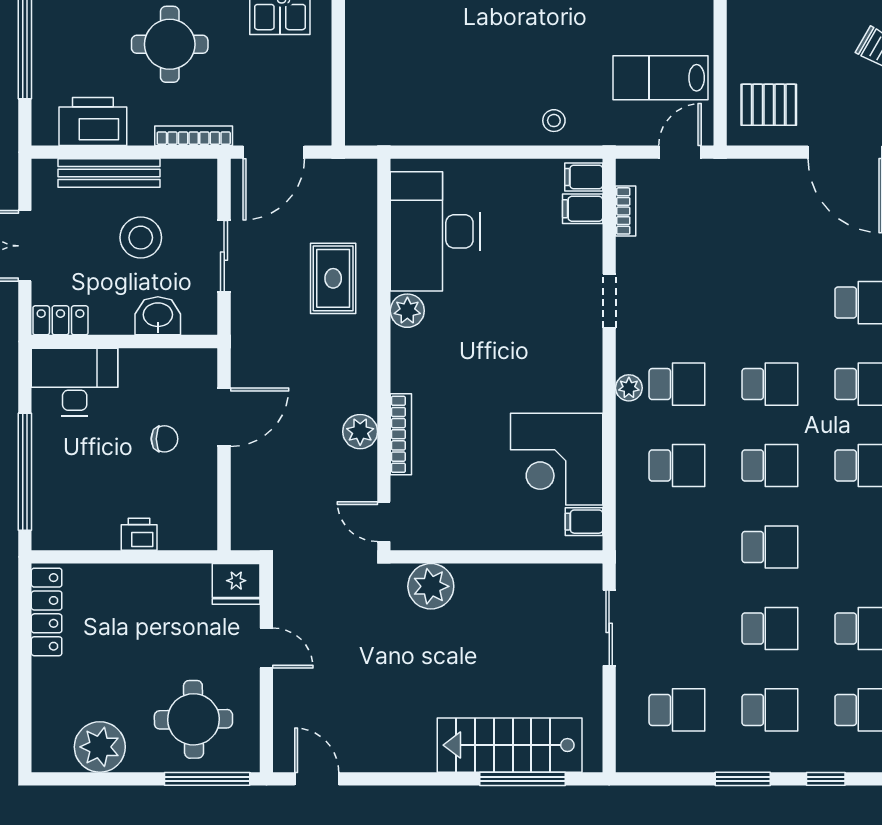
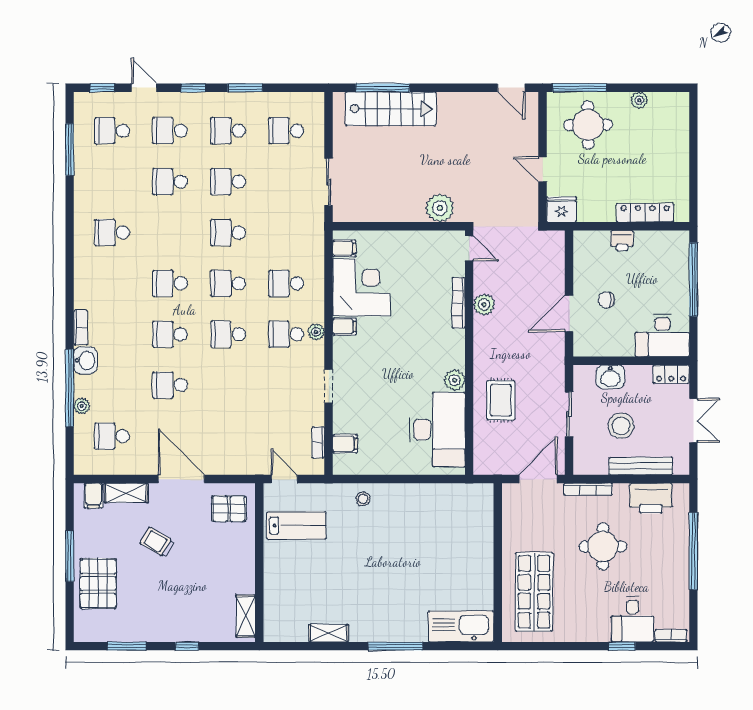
door: (680, 152) -> (284, 479), swing flipped
filing cabinet: (584, 177) -> (344, 327), moved
locker: (47, 612) -> (645, 213), moved, turned 90
plant: (100, 747) -> (639, 100), width x0.53, depth x0.53

